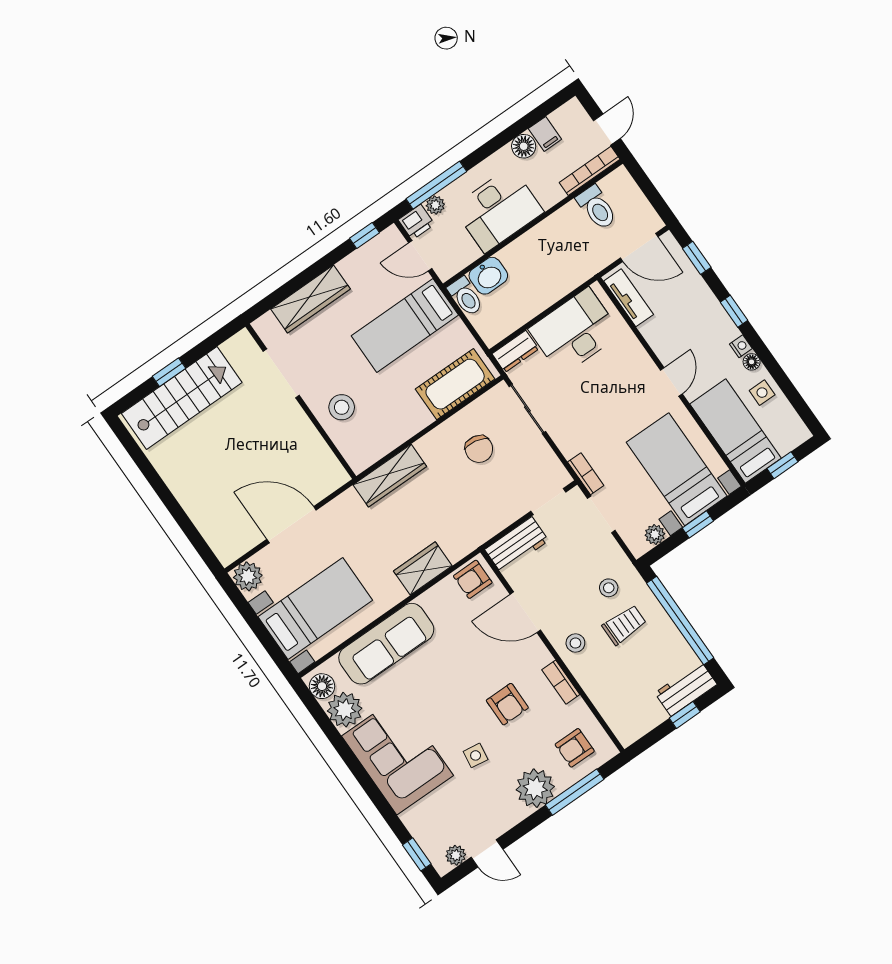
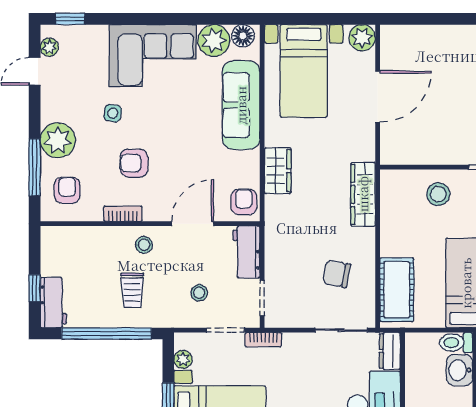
stool: (609, 588) -> (199, 293), moved

